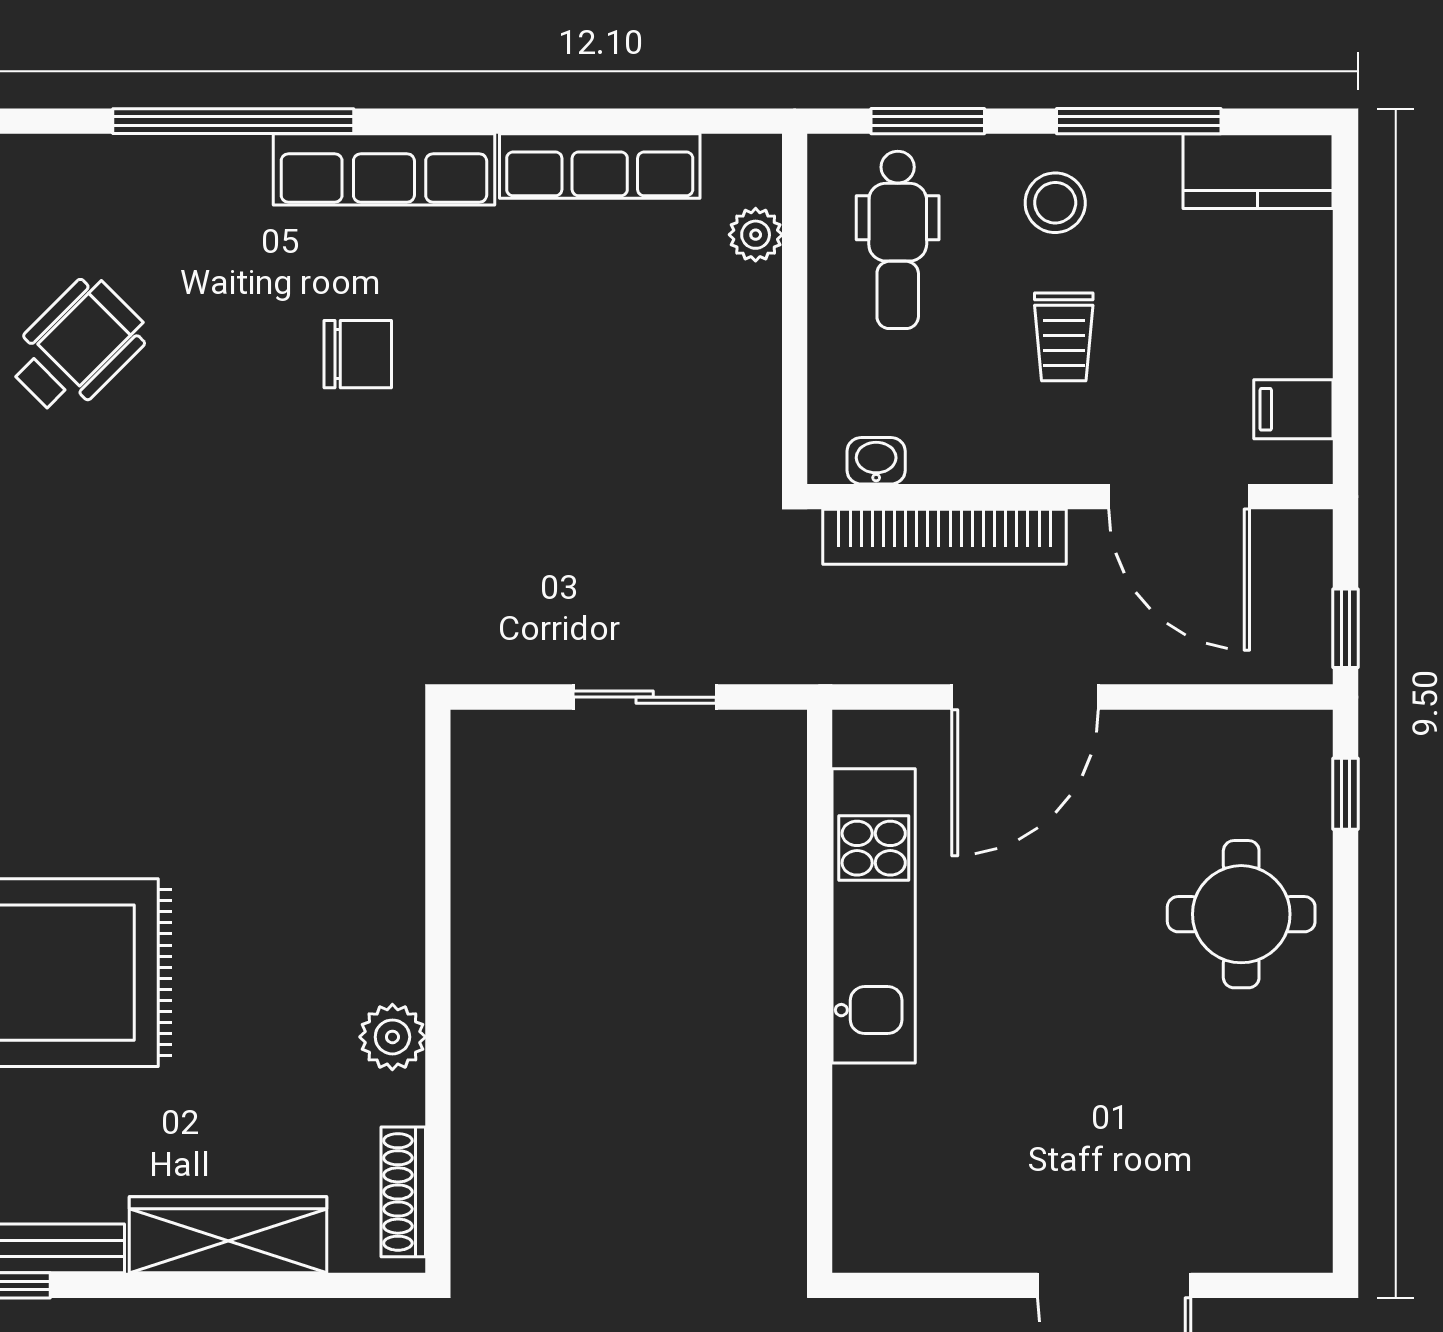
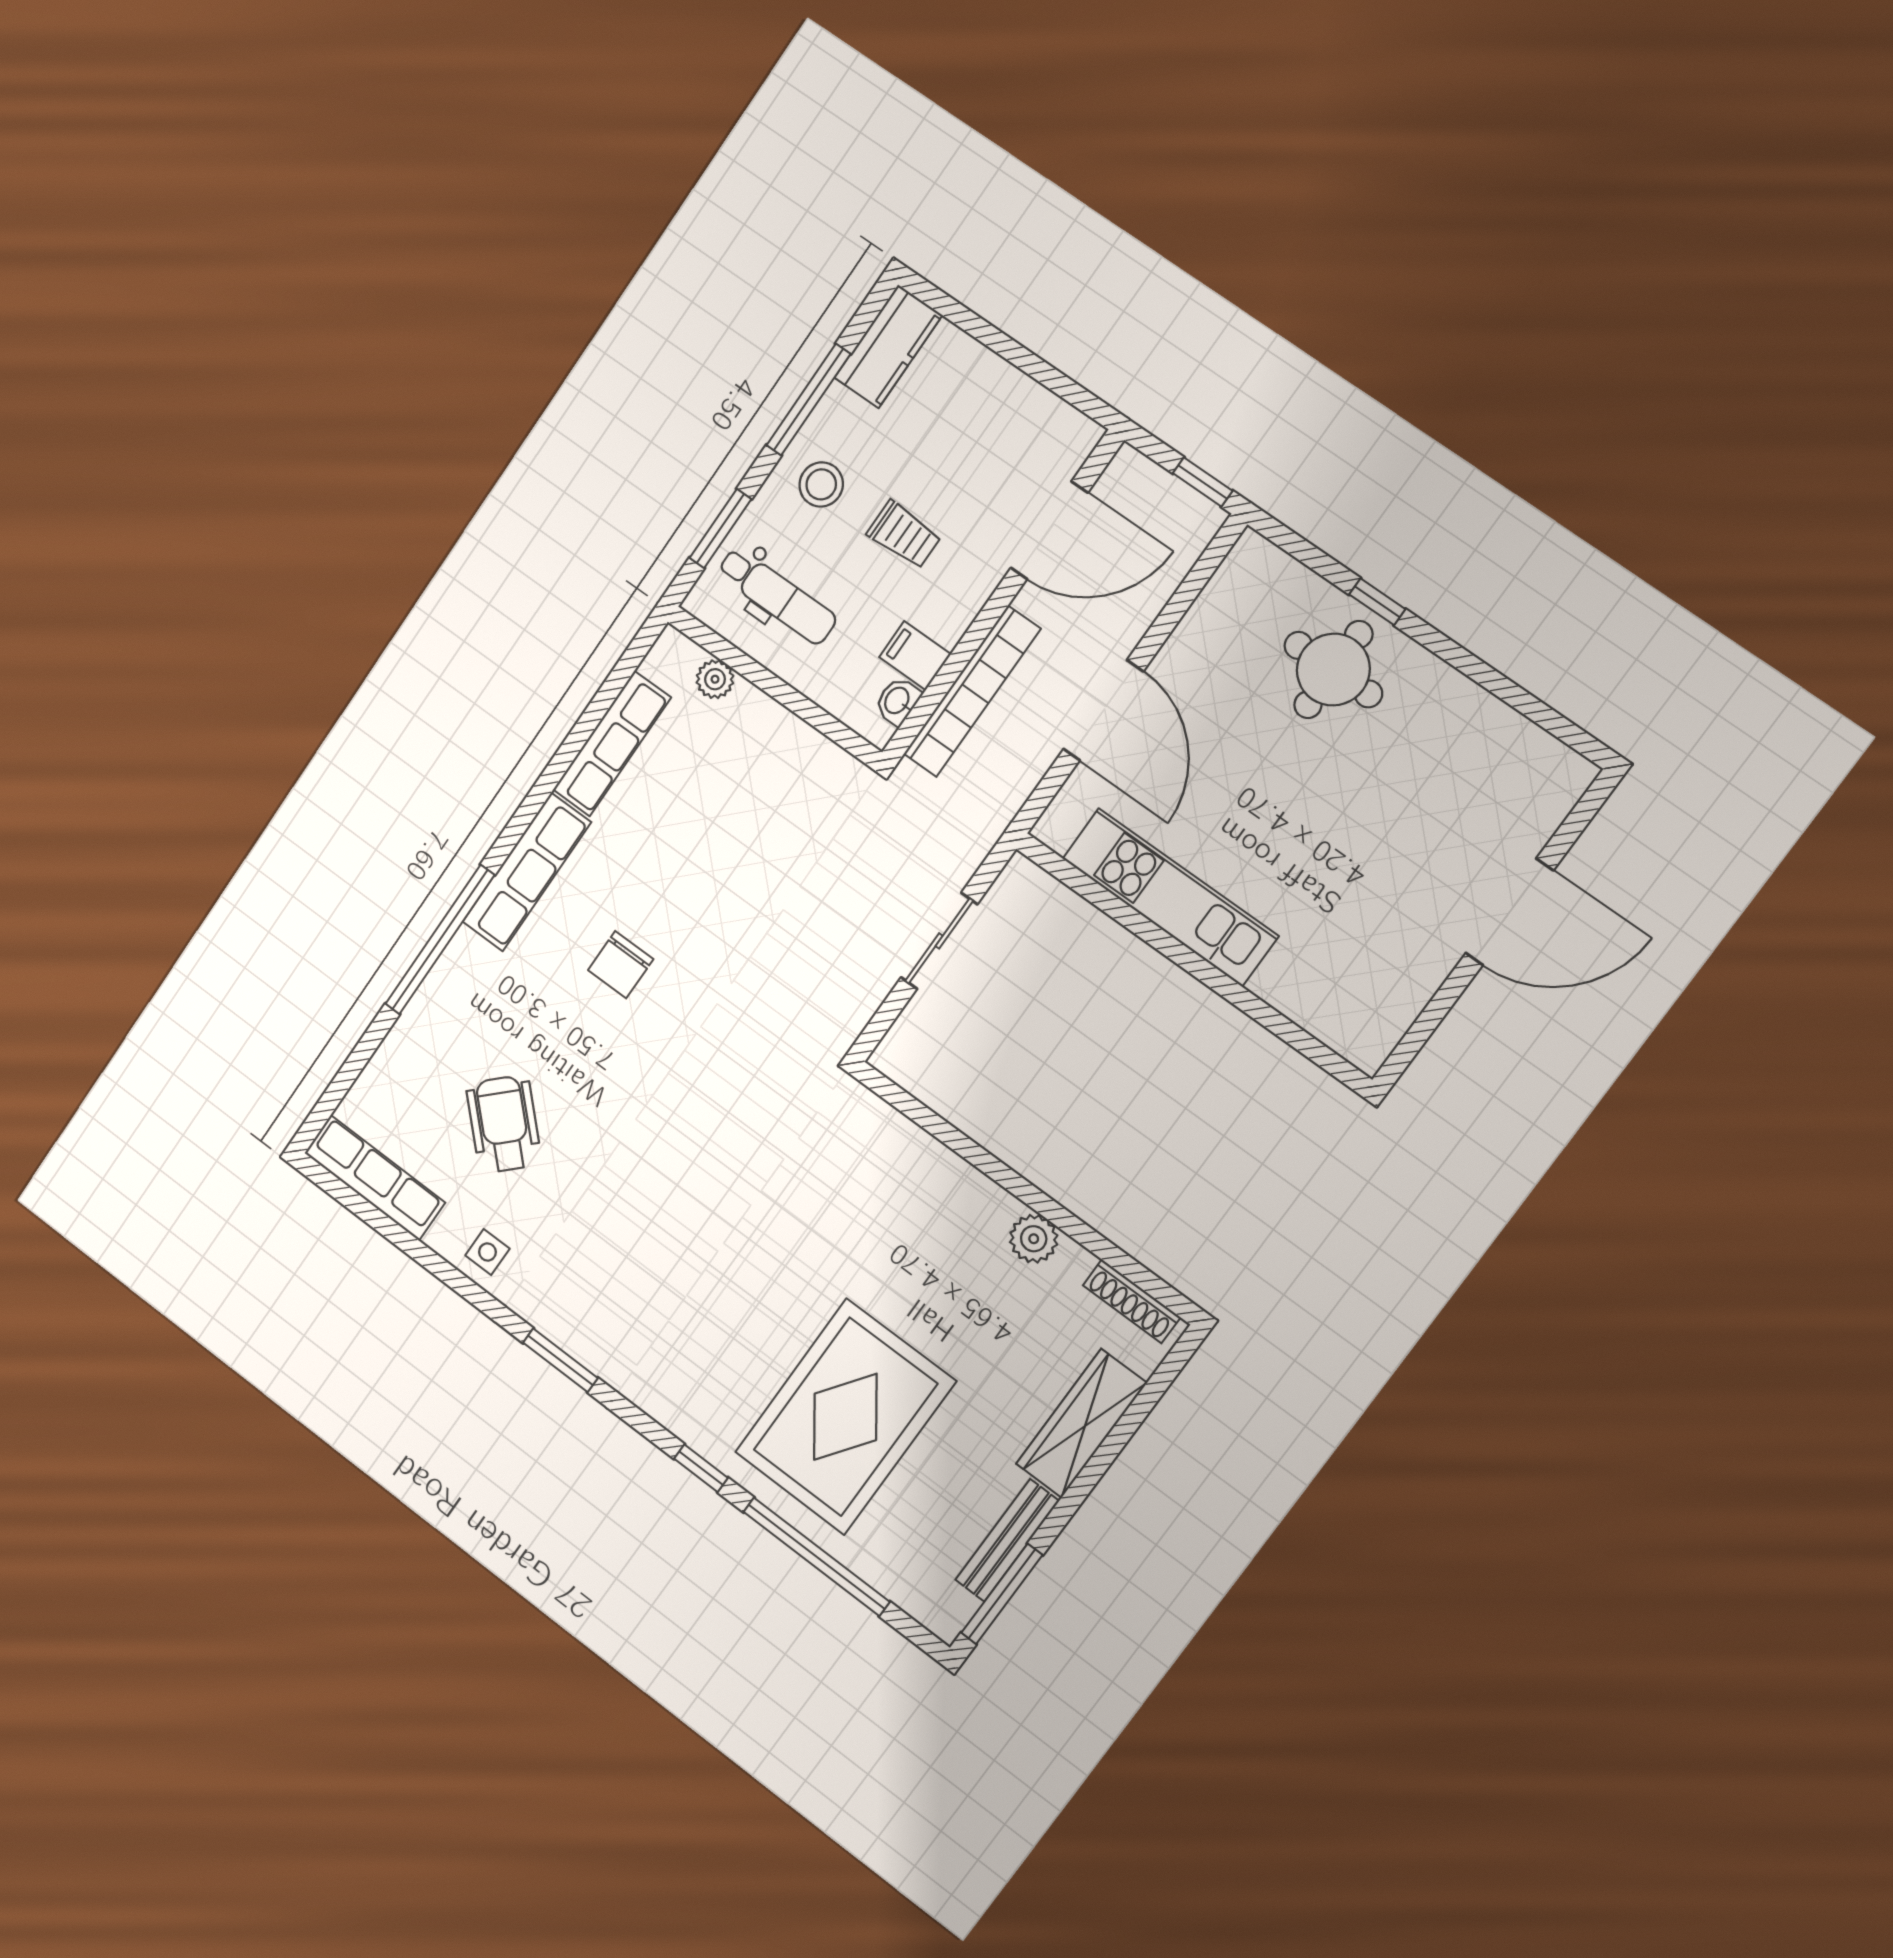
chair: (358, 354) -> (621, 965), turned 180
filing cabinet: (1293, 409) -> (915, 656), moved, turned 90
window: (1345, 794) -> (1377, 602), moved

